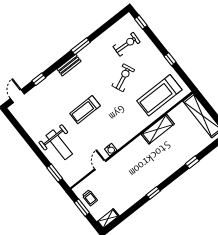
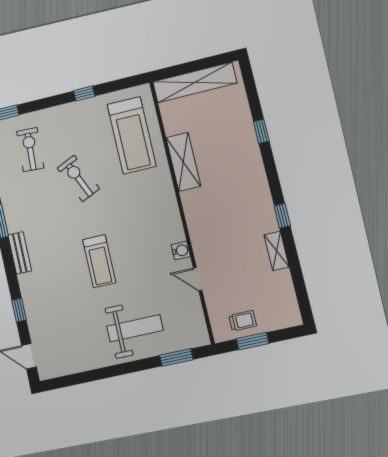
shelving: (108, 219) -> (277, 251), moved

